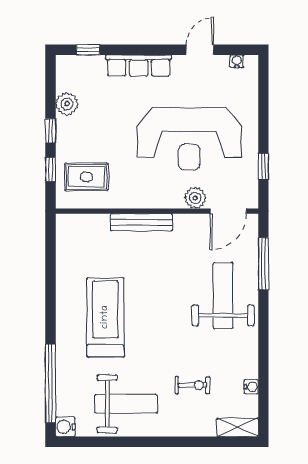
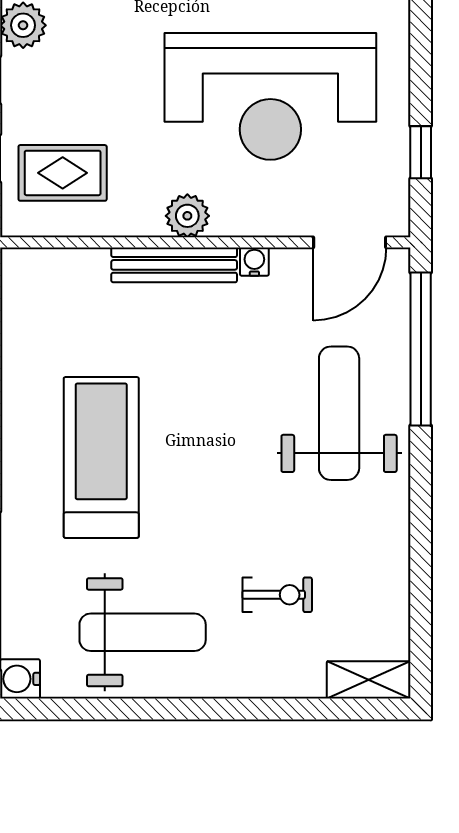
plant: (195, 198) -> (187, 216), moved
window: (263, 264) -> (421, 349), width x1.46
water cooler: (251, 387) -> (254, 262), moved, turned -90

